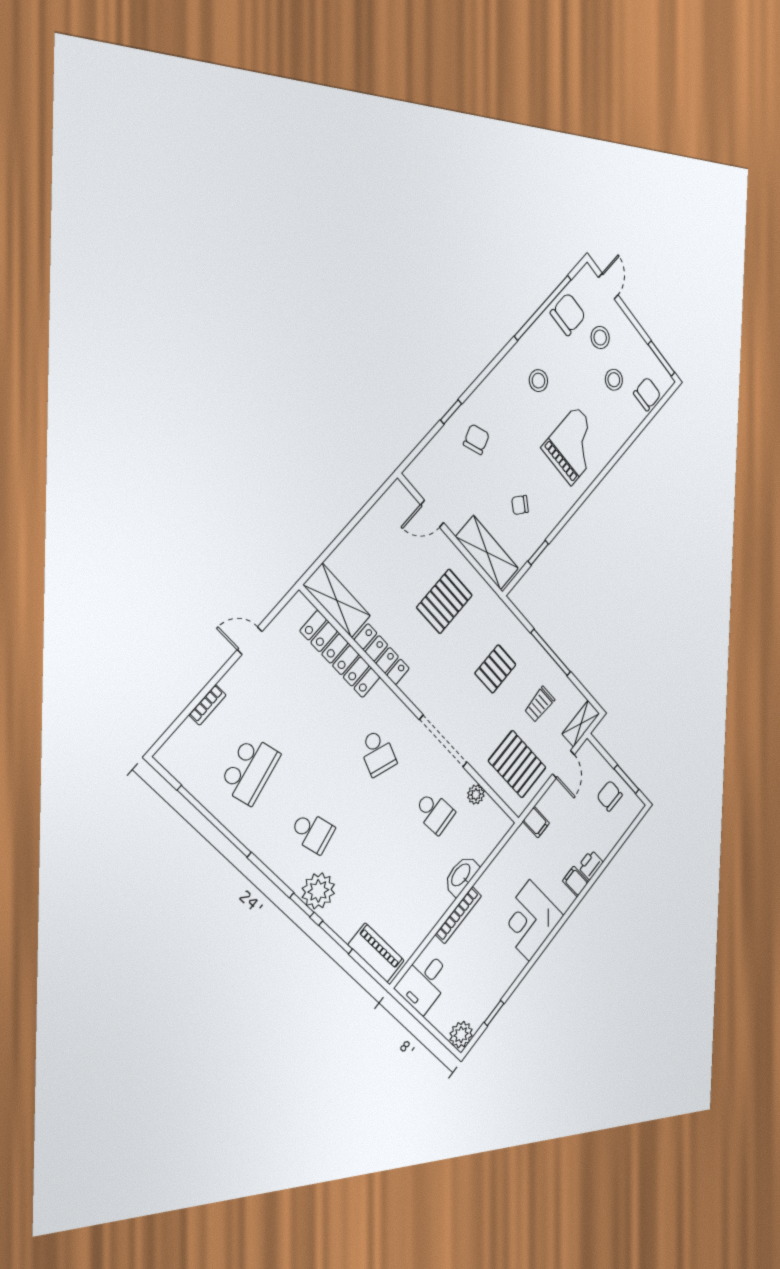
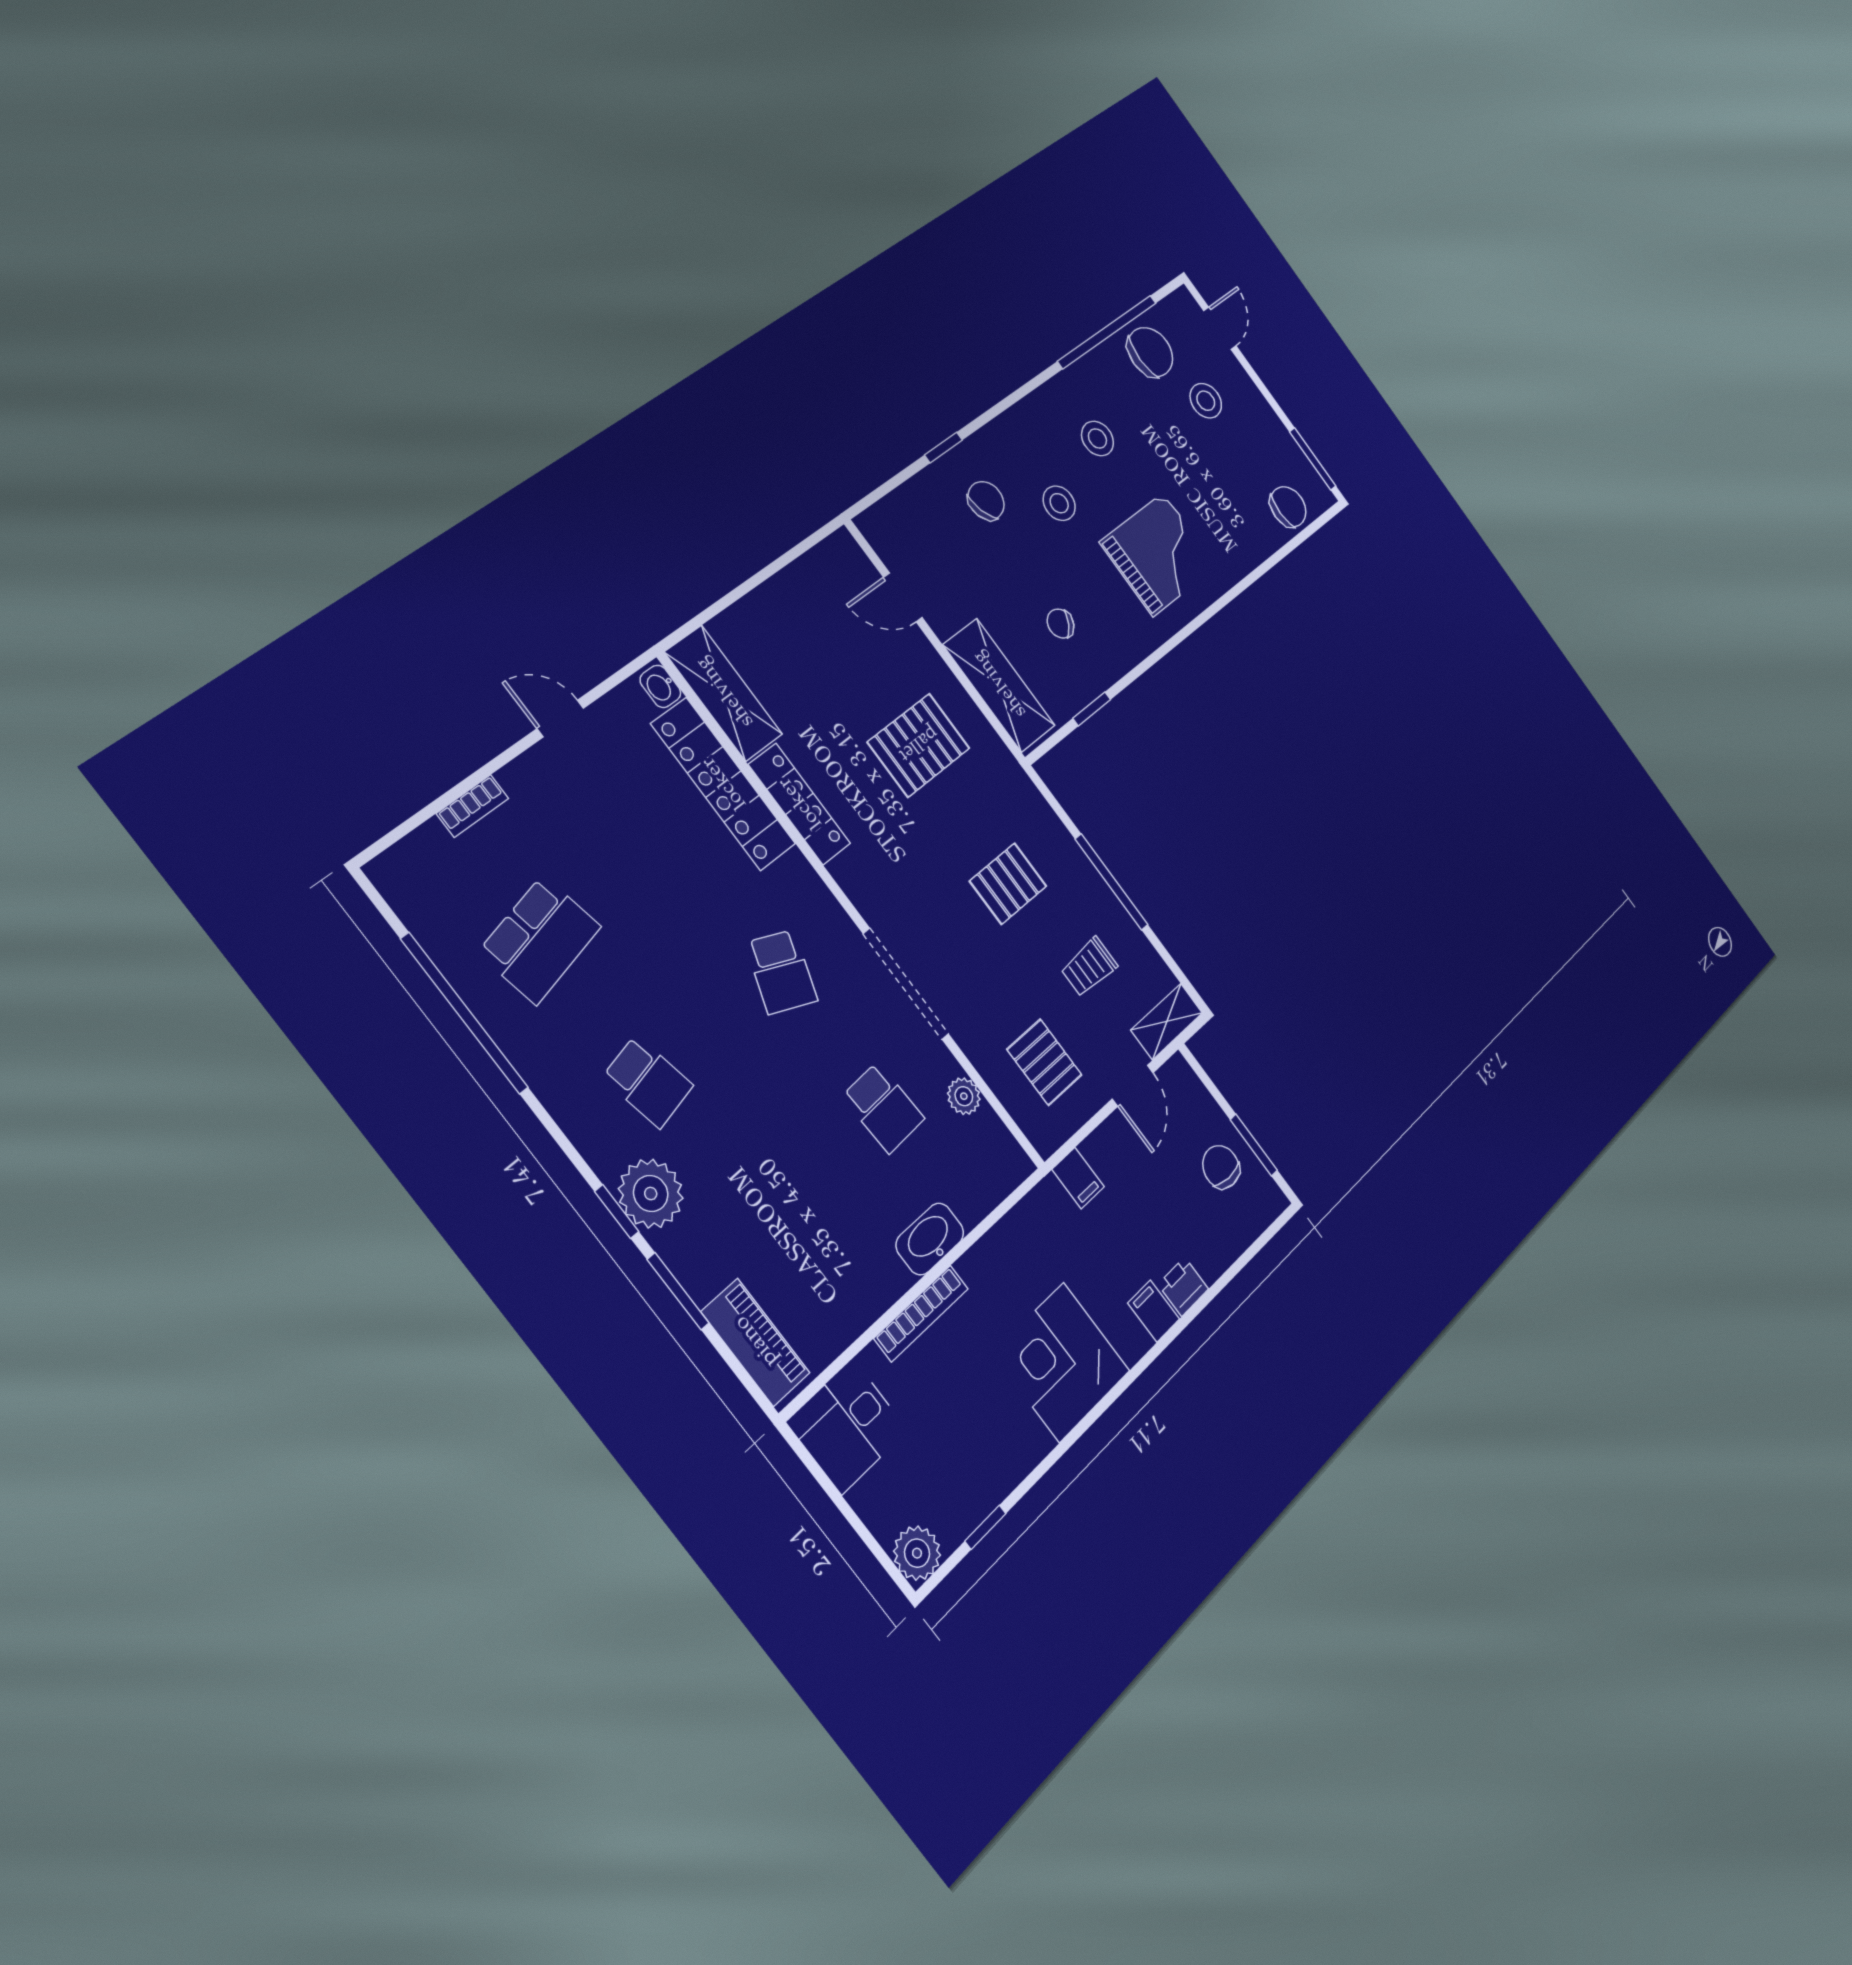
stool: (614, 380) -> (1059, 503), moved
washbasin: (302, 606) -> (660, 686), added
pallet: (517, 764) -> (1044, 1062), width x0.67, depth x0.71

